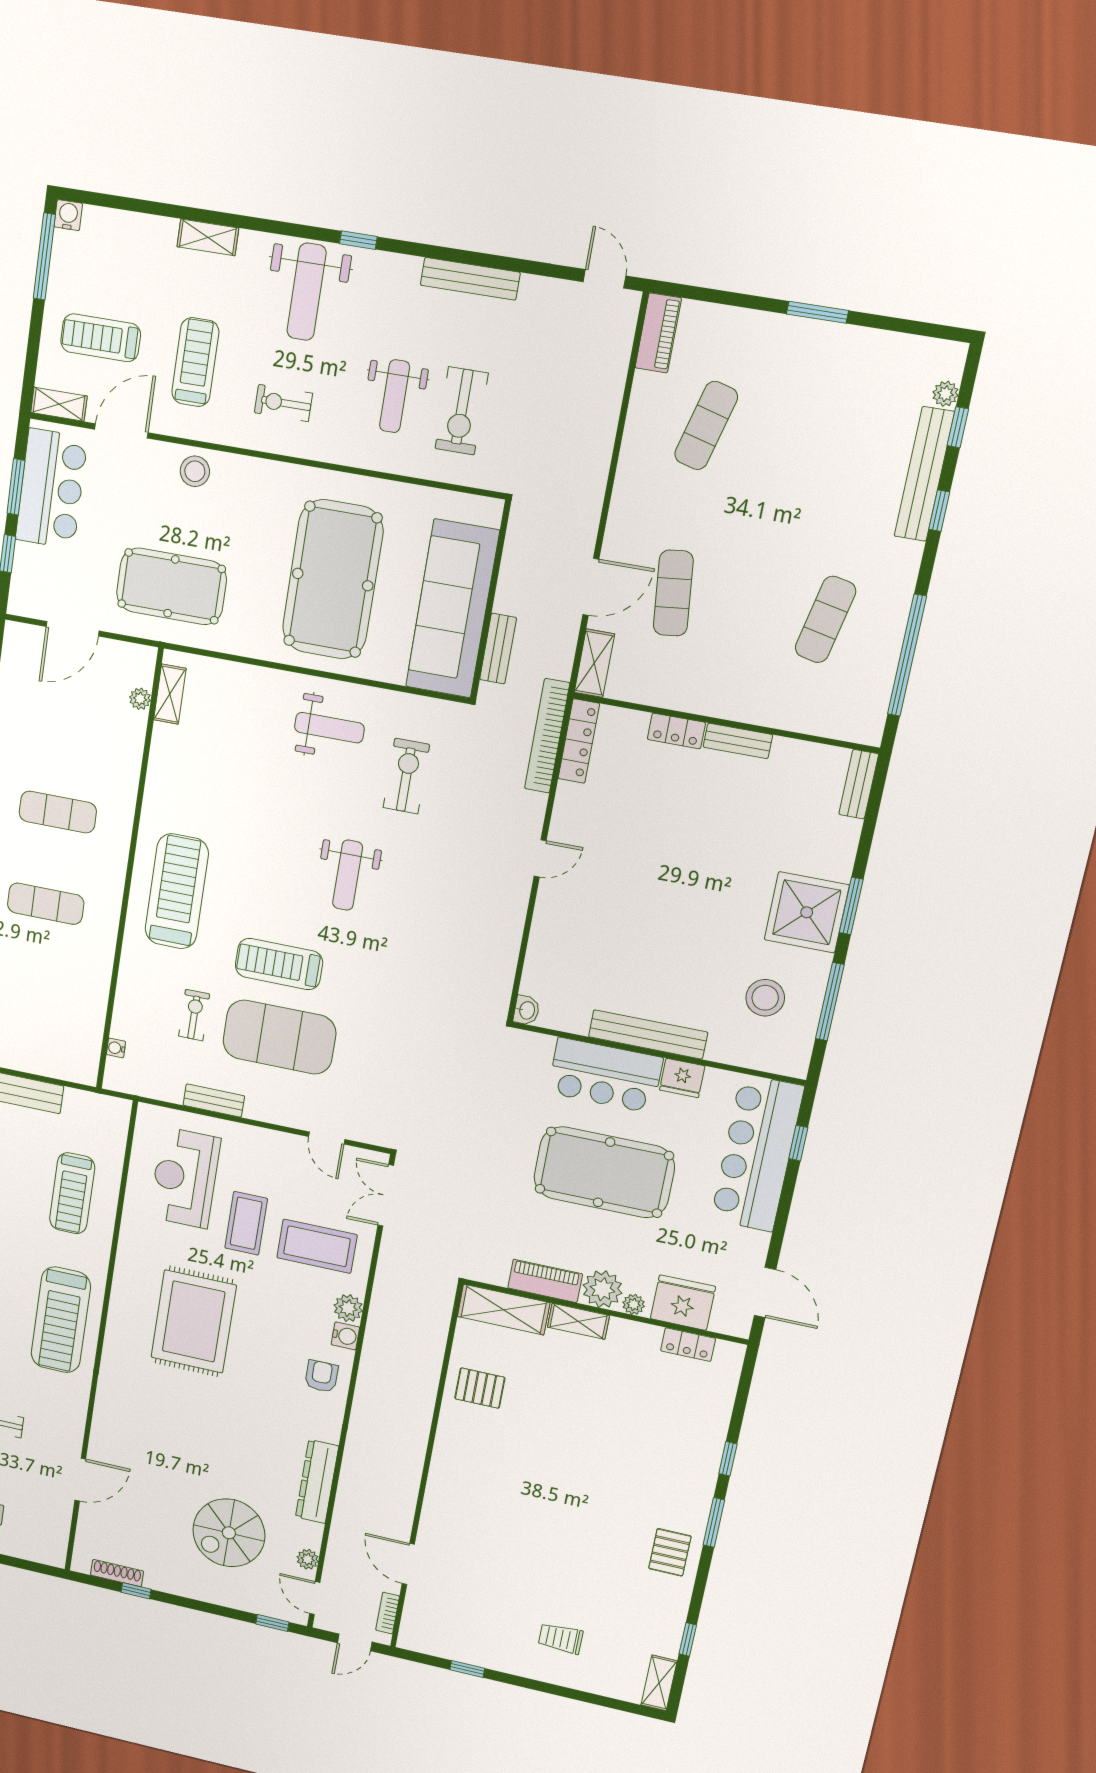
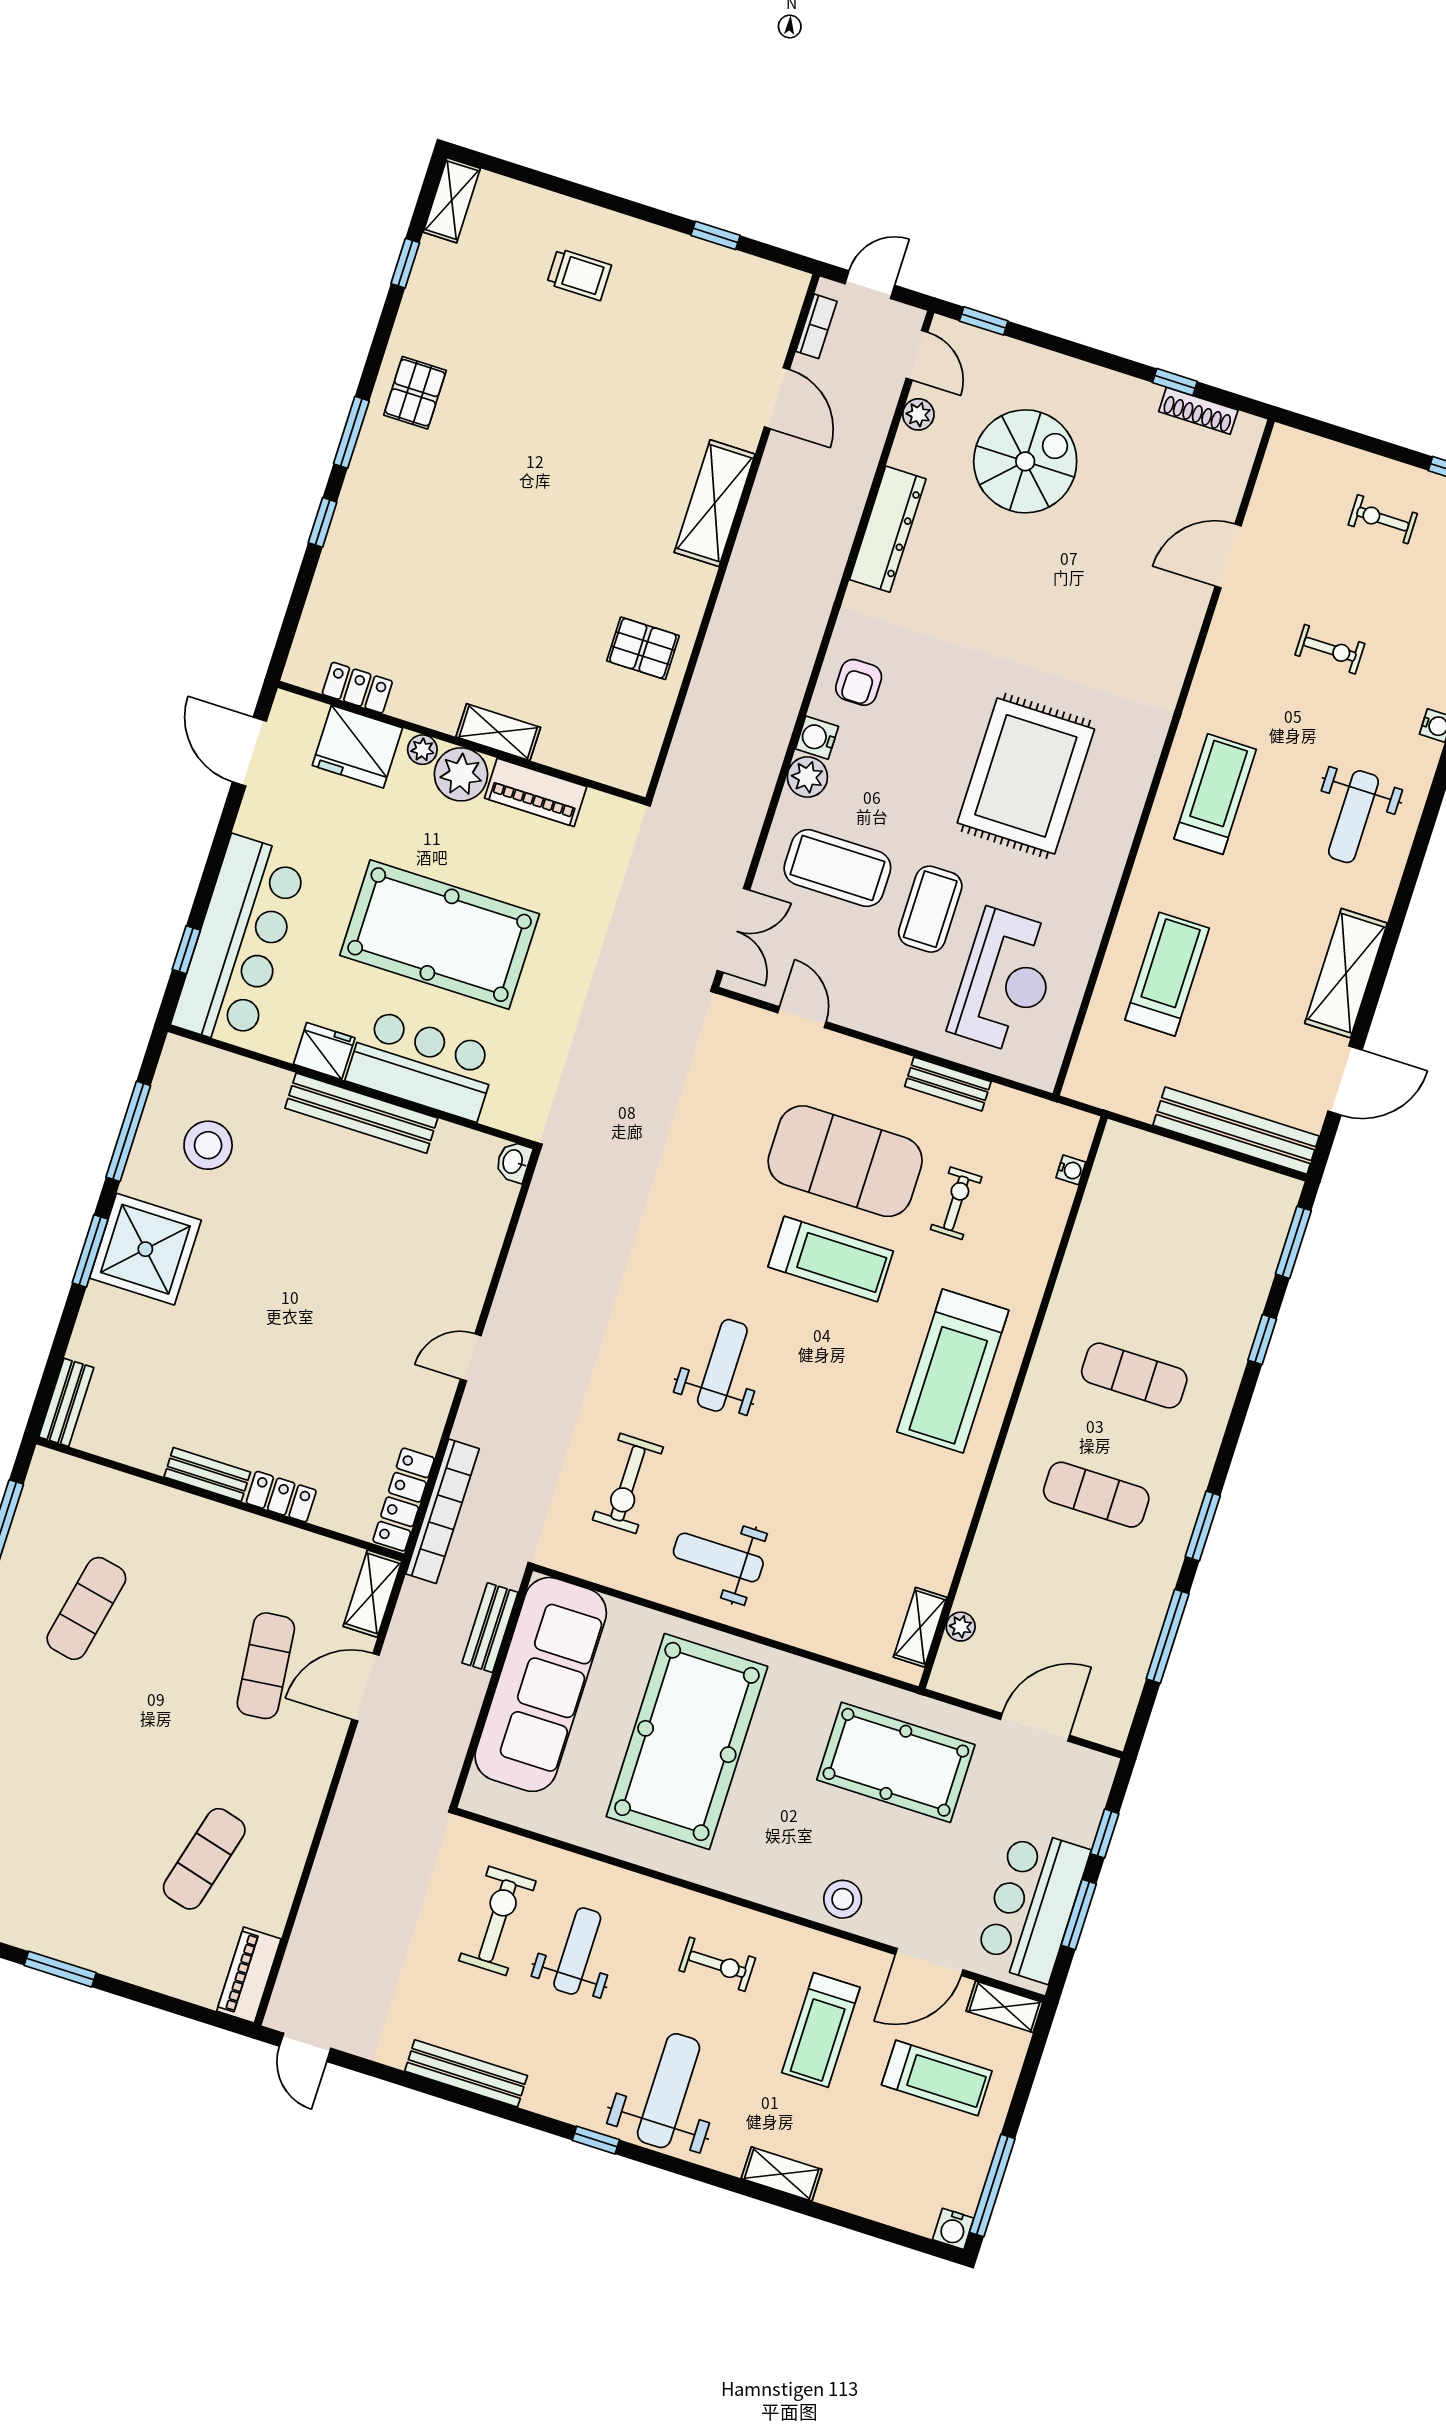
exercise bike: (194, 1015) -> (956, 1203), turned 180
shelving: (504, 1310) -> (715, 503), moved, turned 90
treadmill: (61, 1320) -> (1215, 794), width x0.73, depth x0.73

